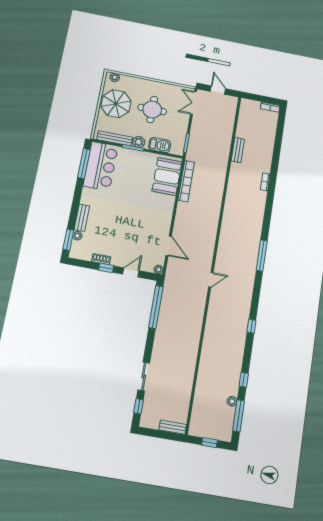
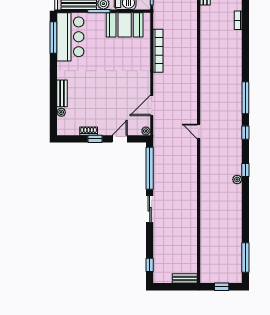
booth: (167, 177) -> (125, 25), moved, turned 90
bookcase: (186, 181) -> (158, 51), moved
window: (68, 240) -> (53, 118), removed
door: (169, 246) -> (152, 105), swing flipped
door: (211, 280) -> (199, 131), swing flipped
sliding door: (144, 377) -> (150, 209), moved
window: (244, 380) -> (245, 133), moved
plant: (232, 401) -> (237, 179), moved

